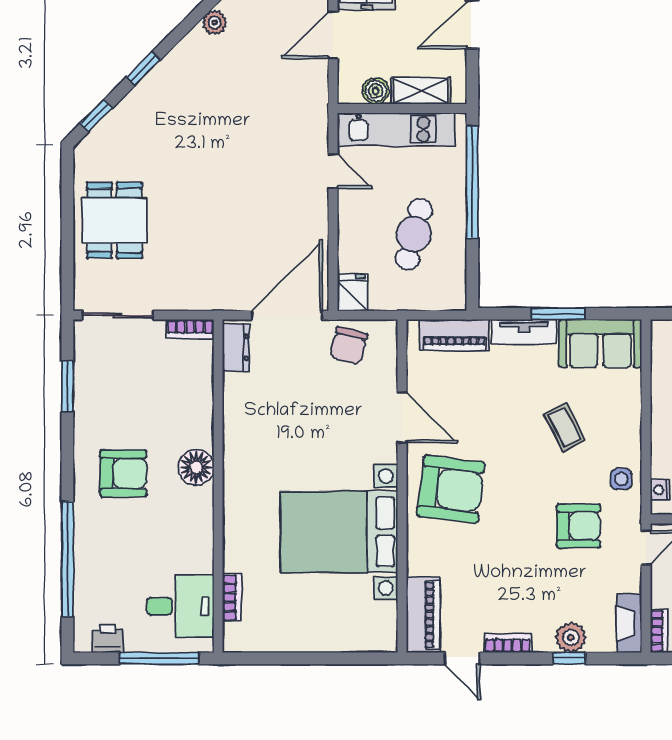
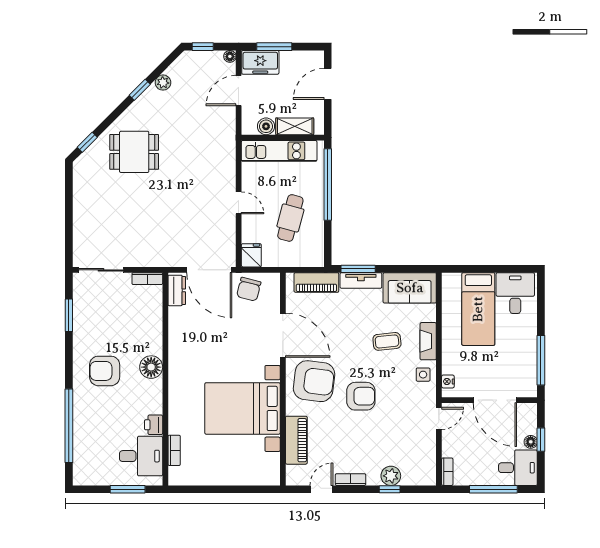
window: (144, 68) -> (140, 90), moved
door: (333, 171) -> (239, 203), moved
dining table: (114, 220) -> (134, 152), moved, turned 90
window: (558, 314) -> (358, 269), moved
door: (287, 315) -> (209, 270), swing flipped
door: (402, 417) -> (283, 335), width x1.36
coffee table: (565, 427) -> (387, 341), turned -69
armchair: (123, 473) -> (105, 371), turned 180
armchair: (579, 526) -> (361, 396), moved
piano: (423, 615) -> (296, 440), moved
fireplace: (629, 623) -> (428, 341), moved
printer: (108, 639) -> (154, 425), moved, turned -90
window: (159, 658) -> (128, 489), width x0.69
door: (462, 658) -> (321, 489), swing flipped

